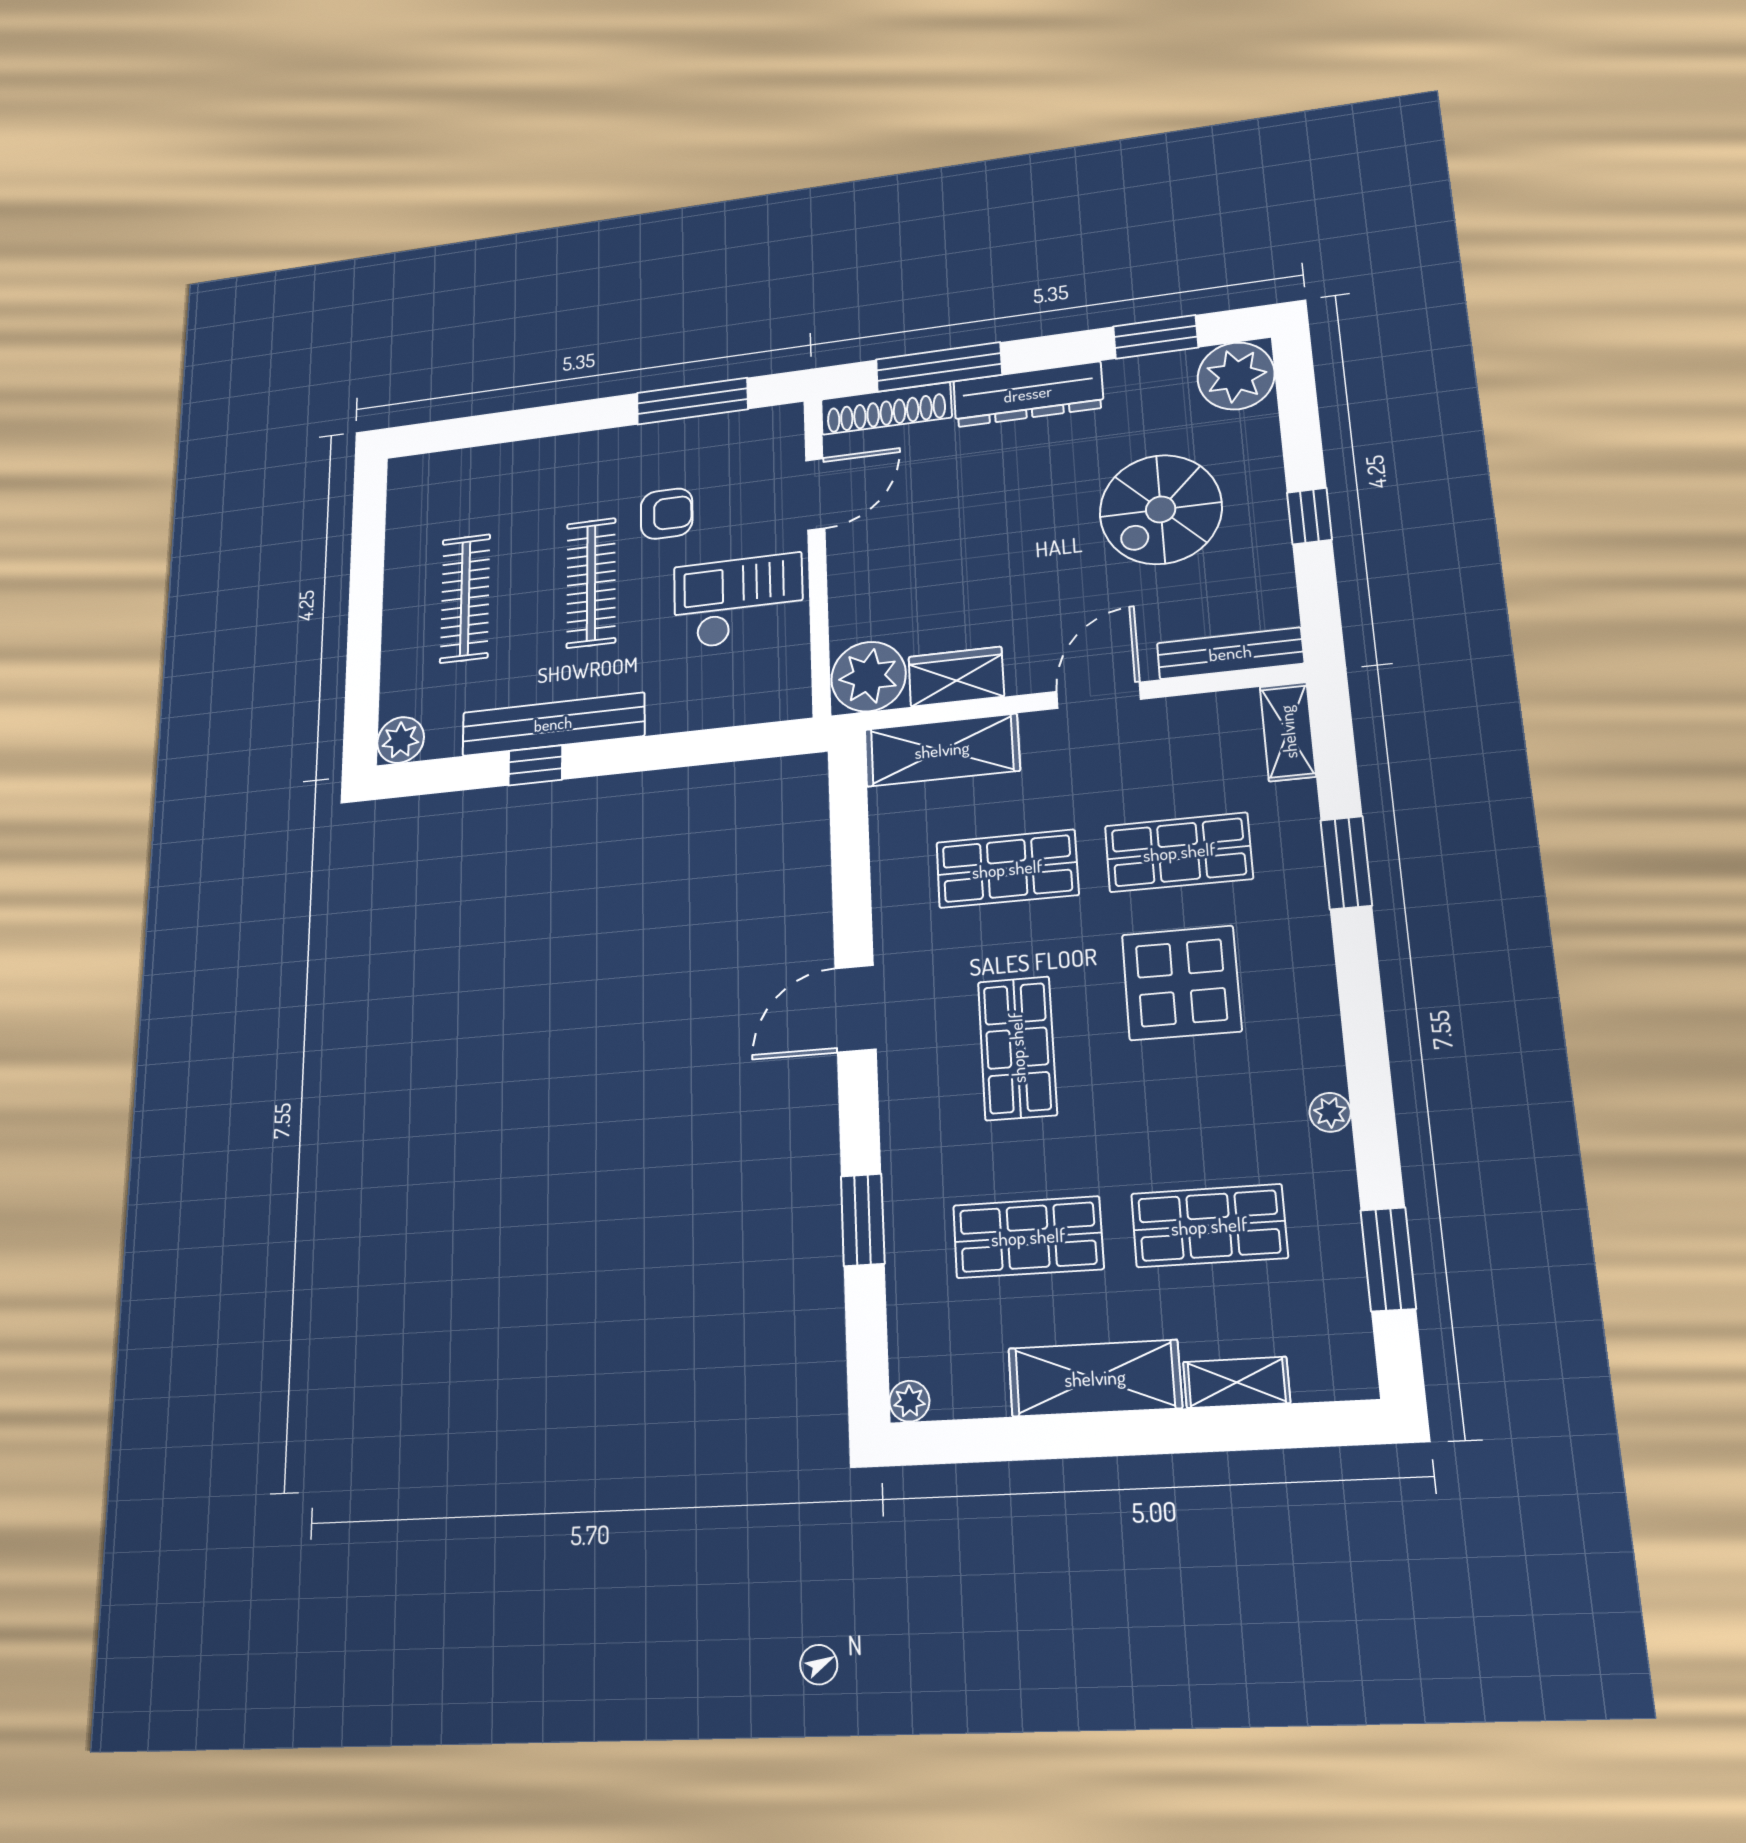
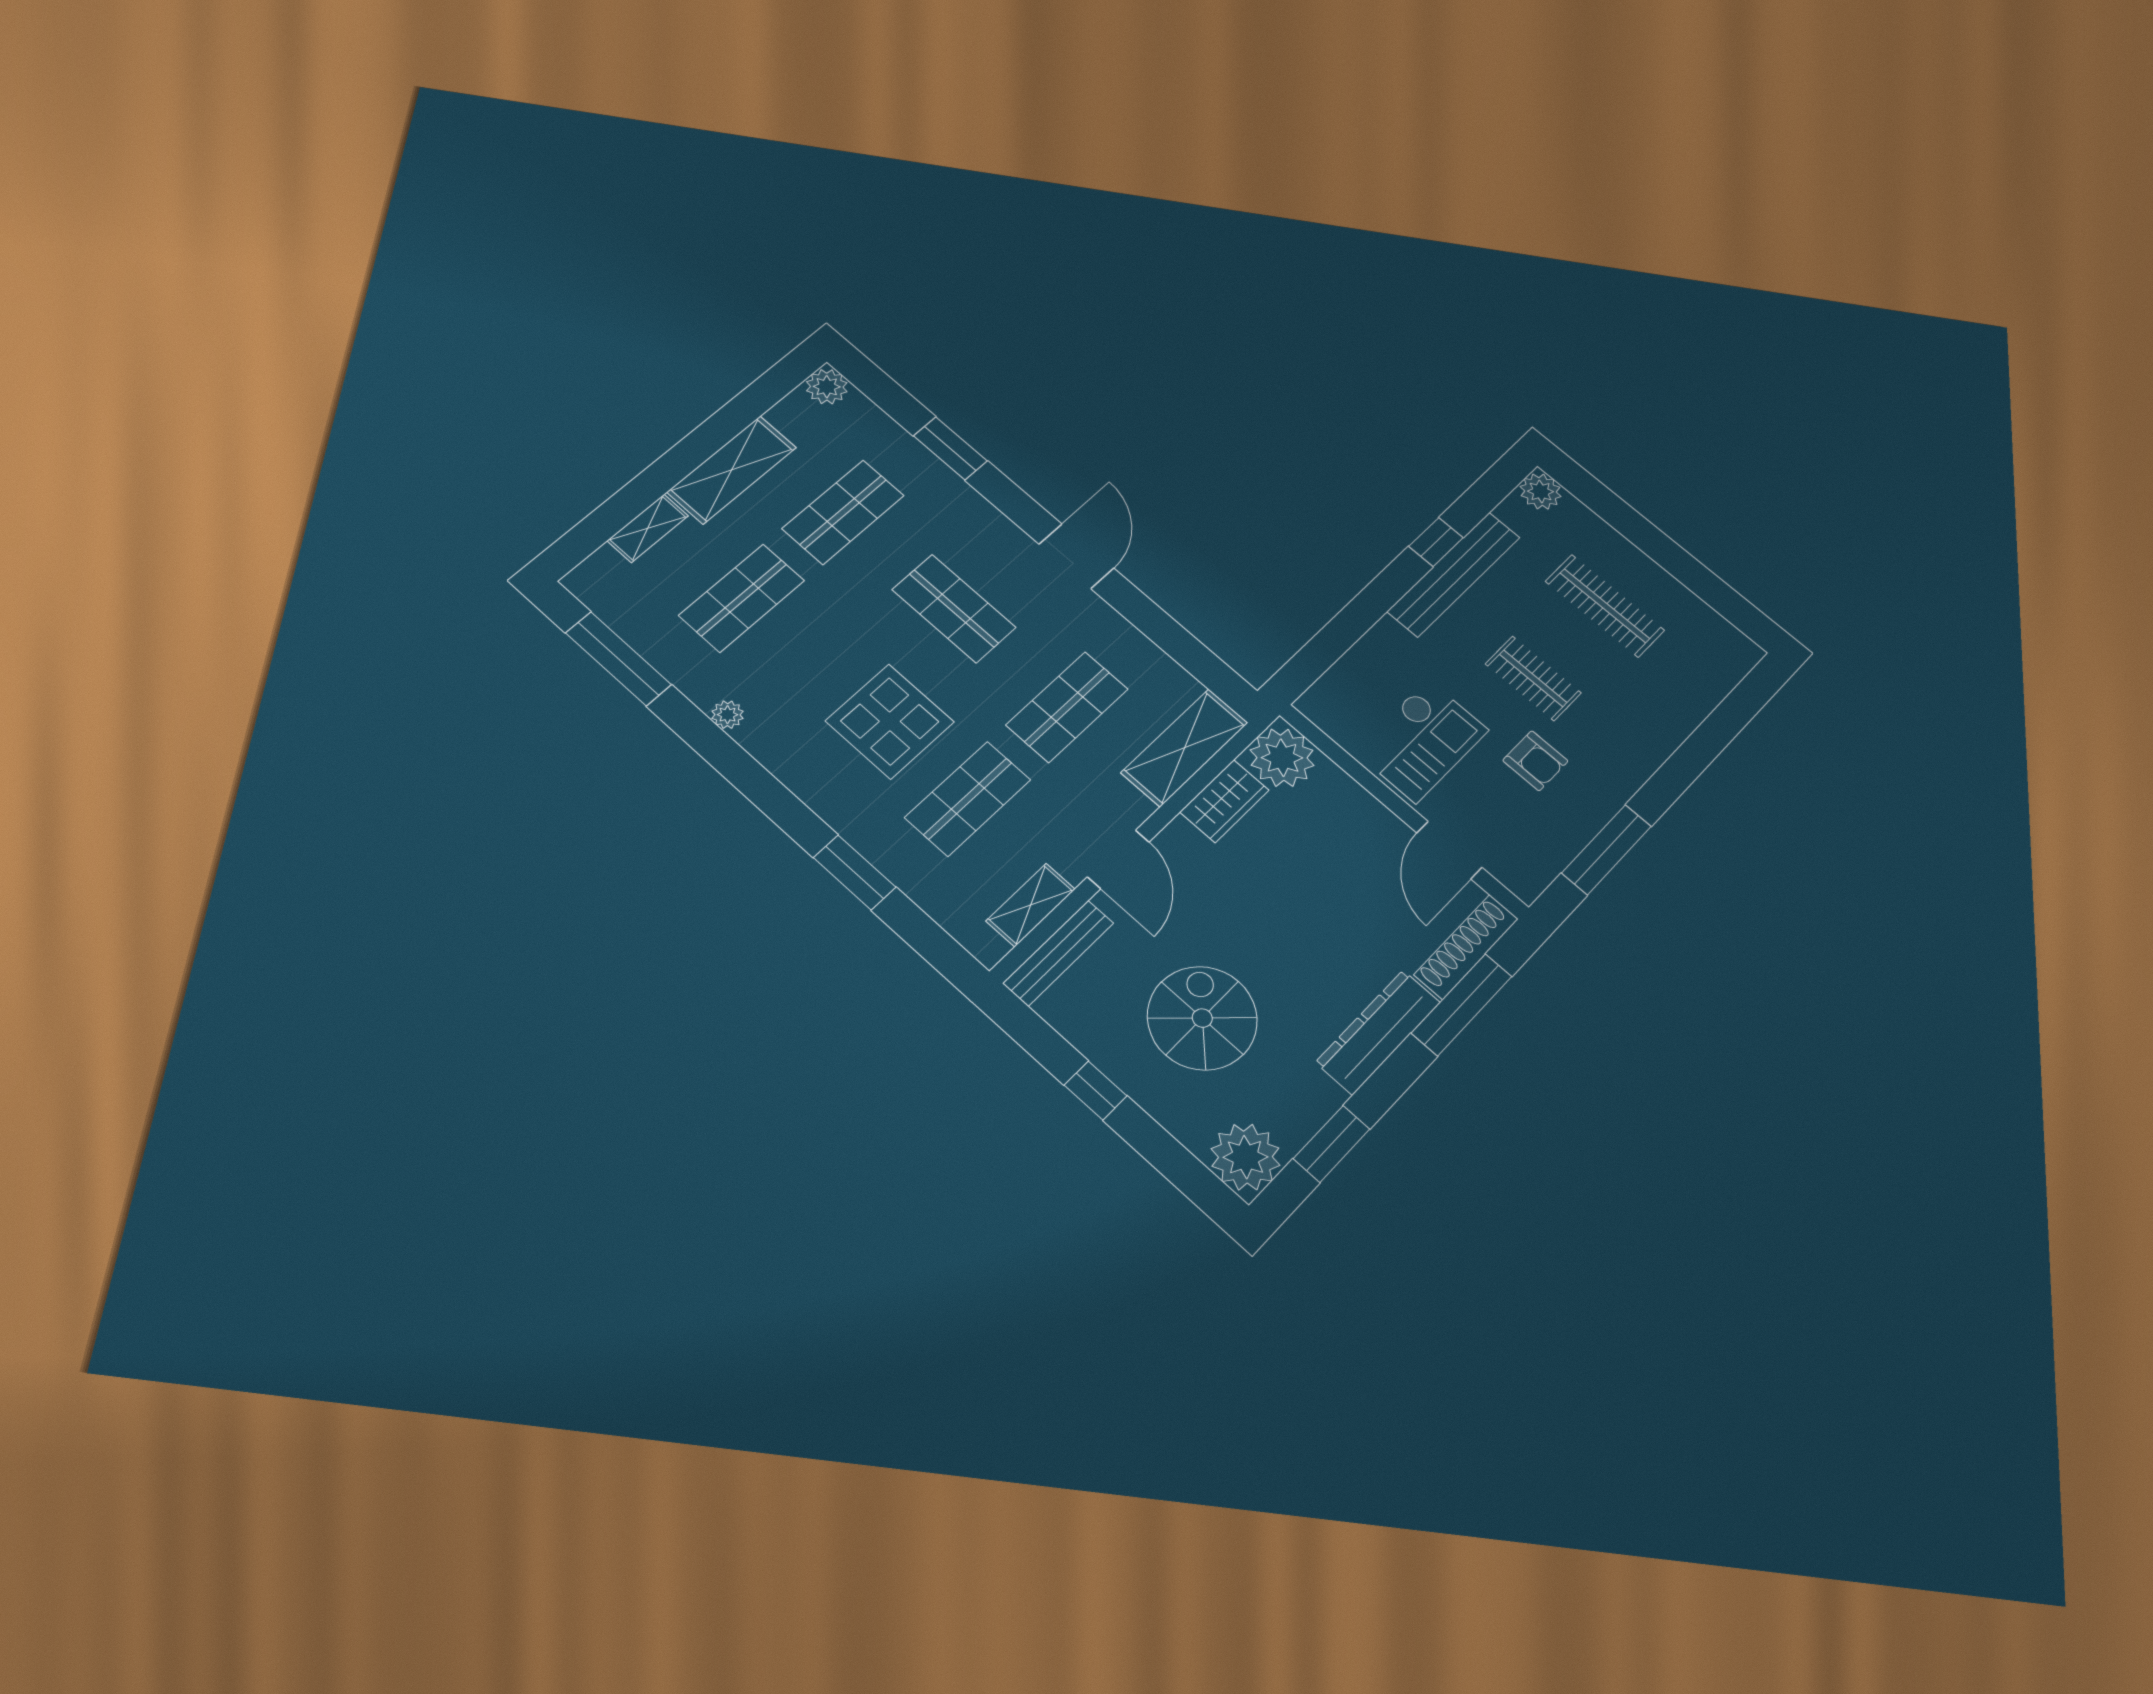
armchair: (667, 514) -> (1535, 761), turned -90
clothes rail: (591, 583) -> (1533, 678), width x0.73
shelving: (1288, 732) -> (1031, 905), moved, turned 90
window: (1388, 1259) -> (618, 659), width x1.44
plant: (909, 1401) -> (827, 387), width x1.38, depth x1.38

